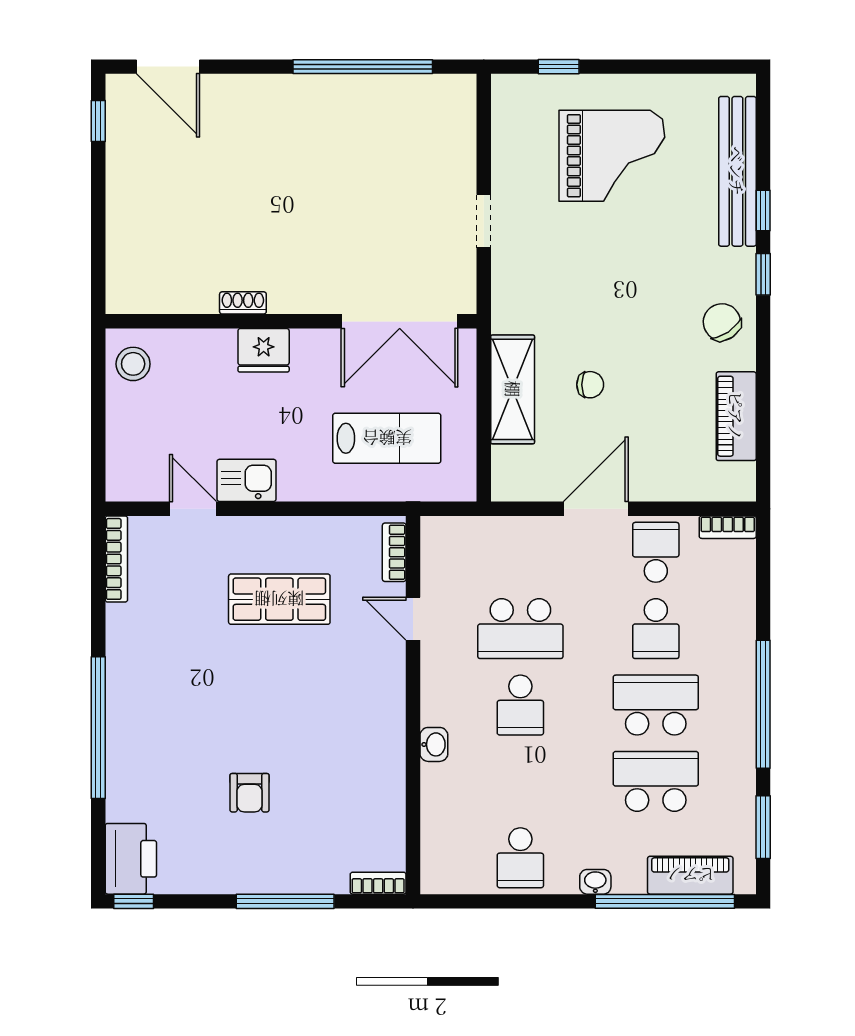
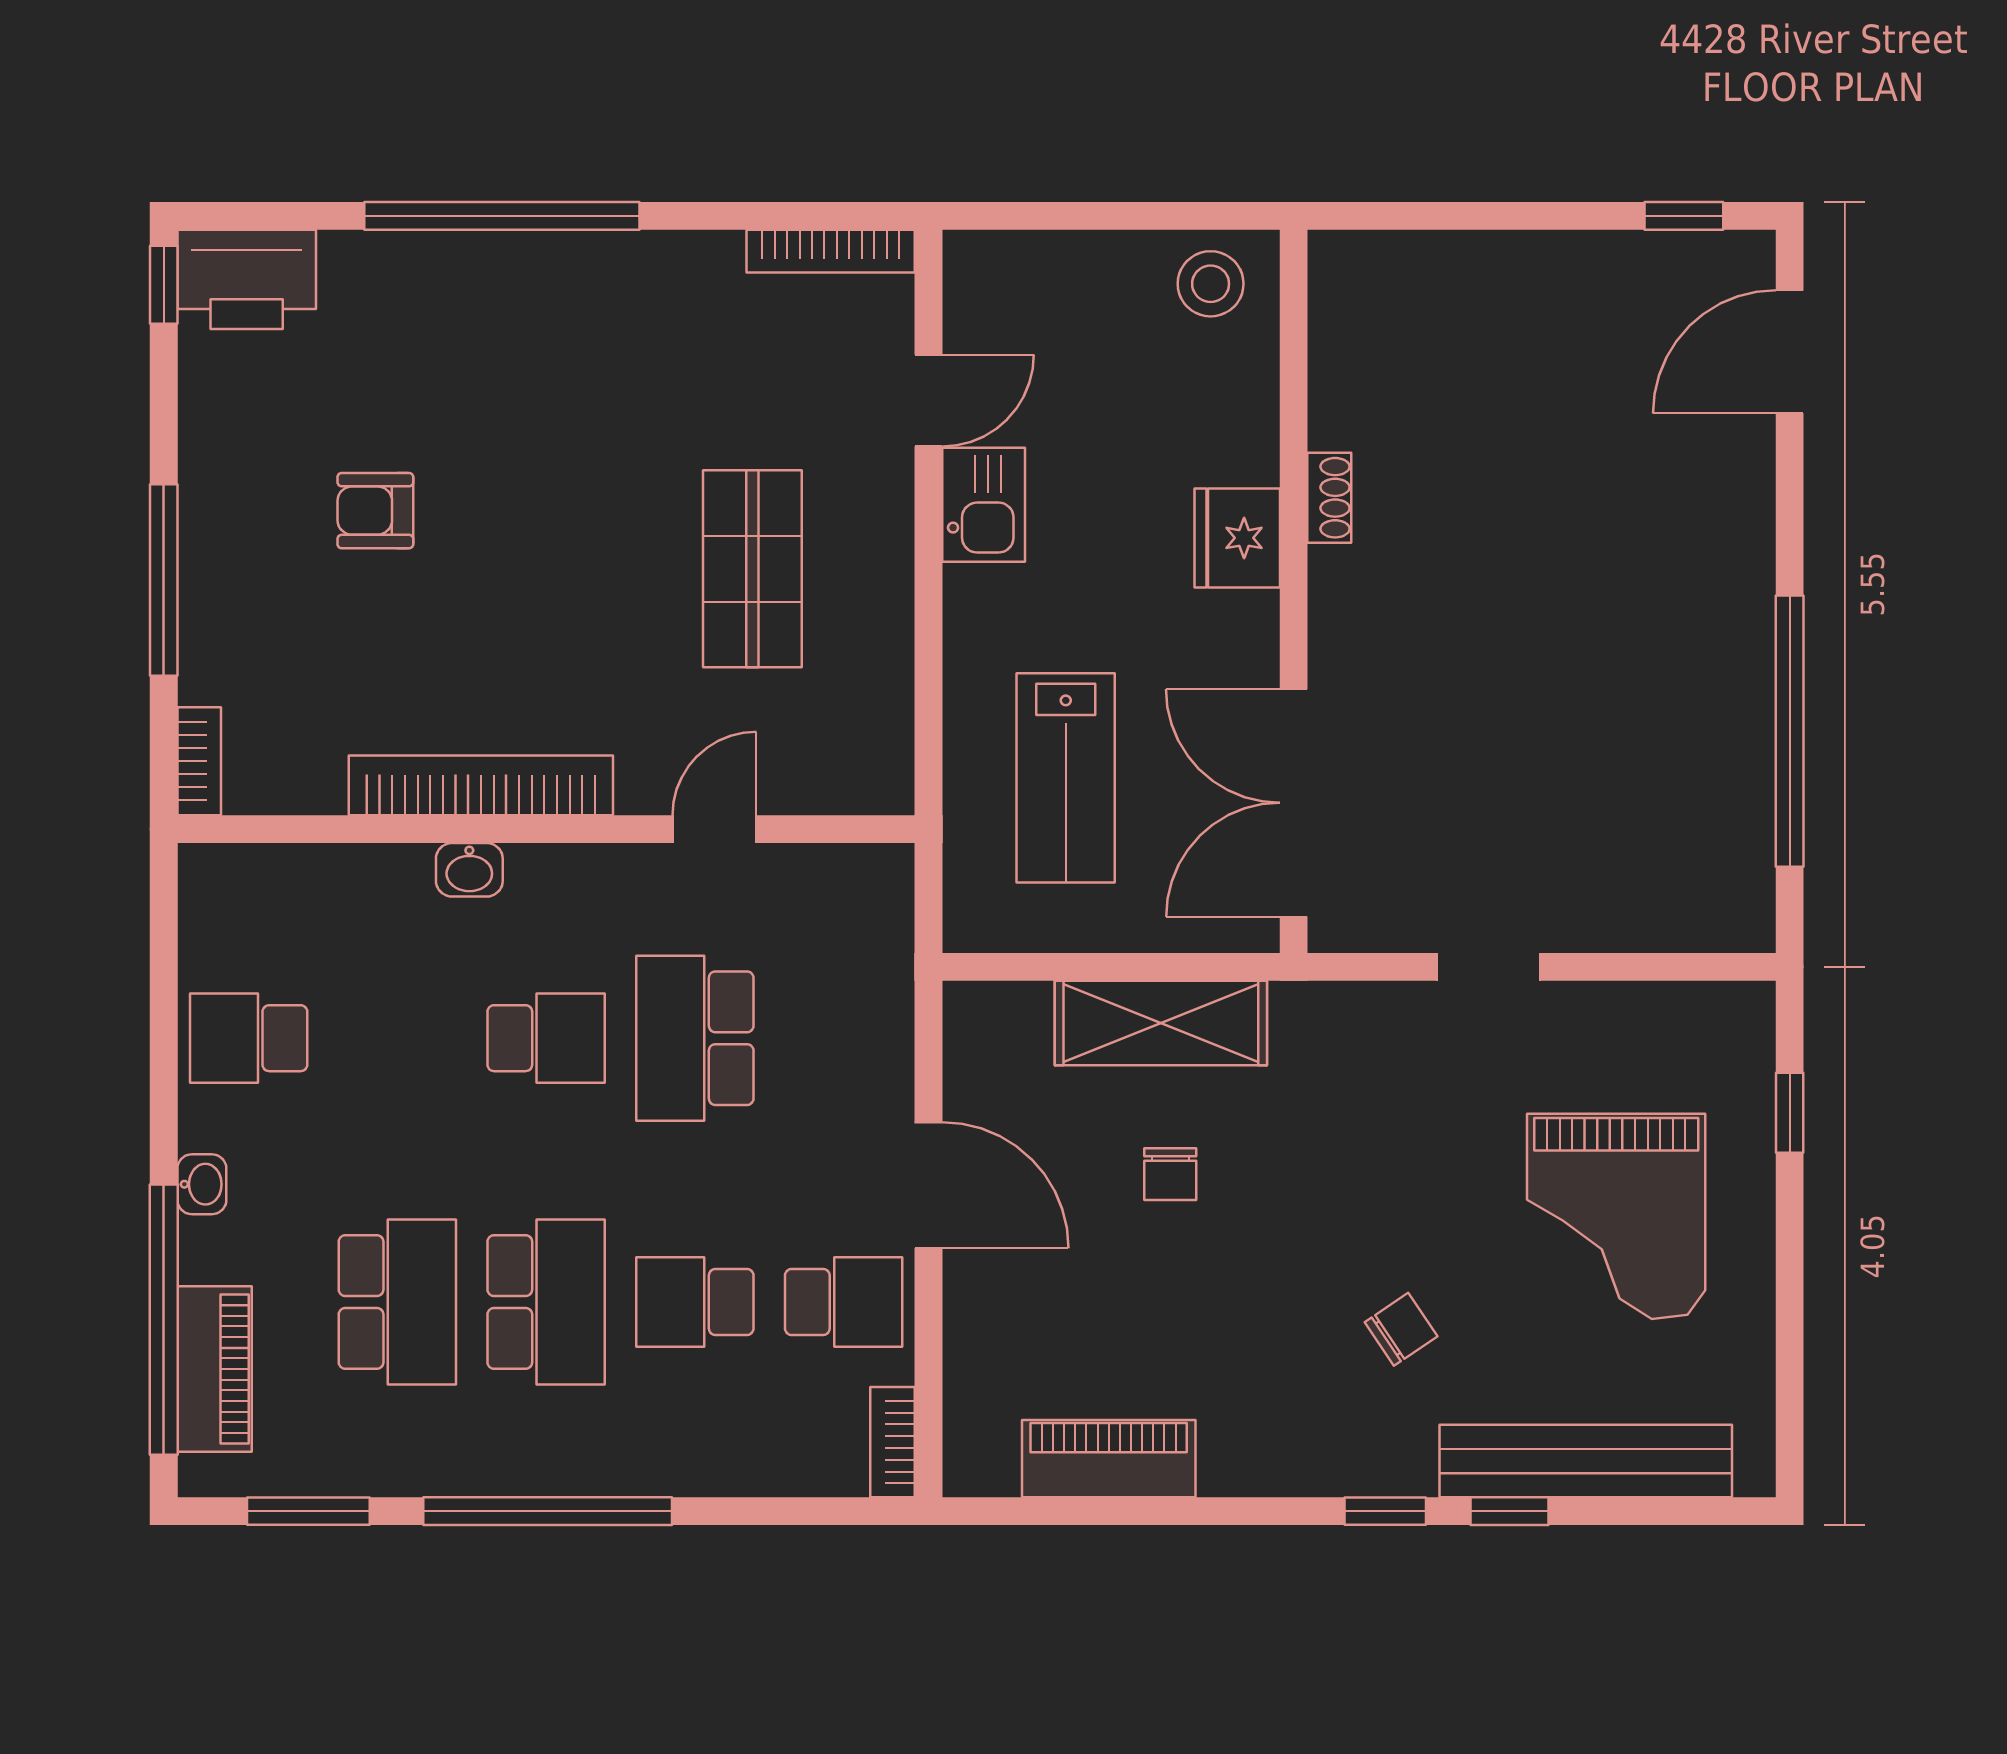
chair: (722, 322) -> (1401, 1329), moved, width x0.73, depth x0.73
bookcase: (394, 552) -> (481, 785), moved, width x2.31, depth x1.31
school desk: (520, 705) -> (546, 1038), turned 180

